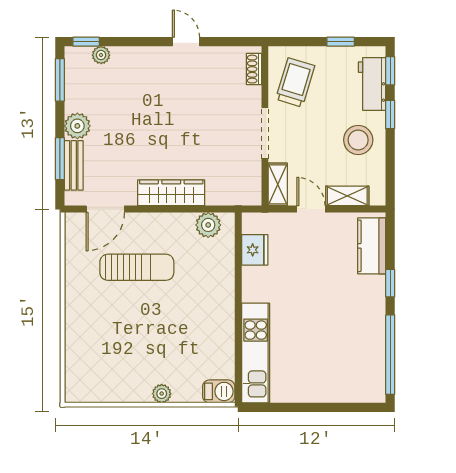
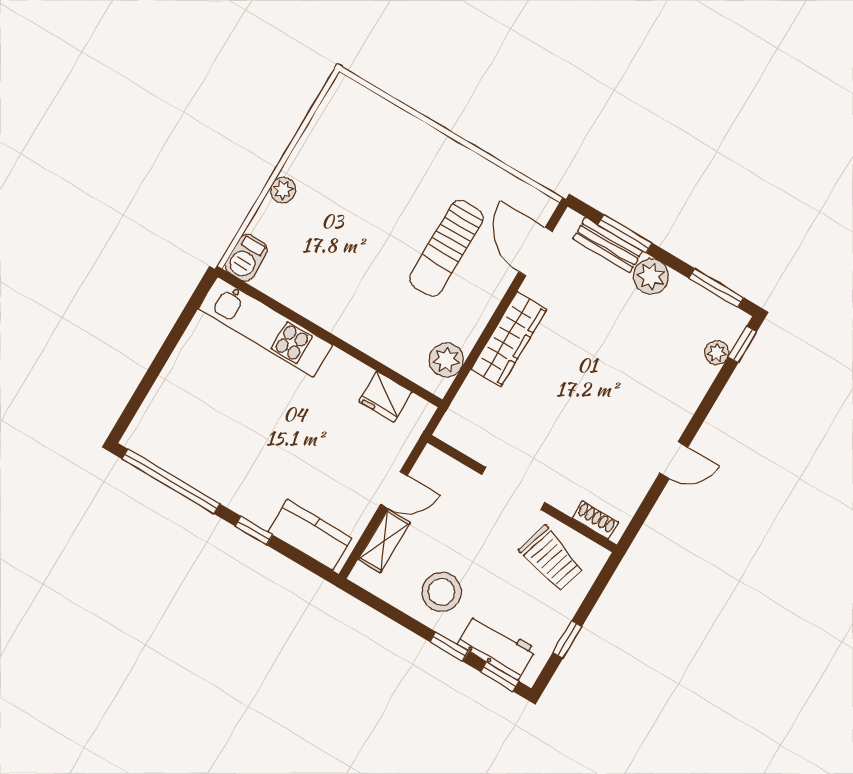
shelving: (278, 184) -> (445, 468), removed

